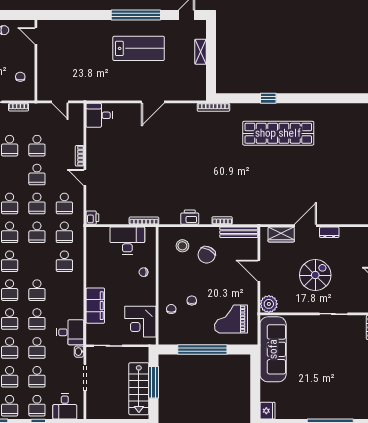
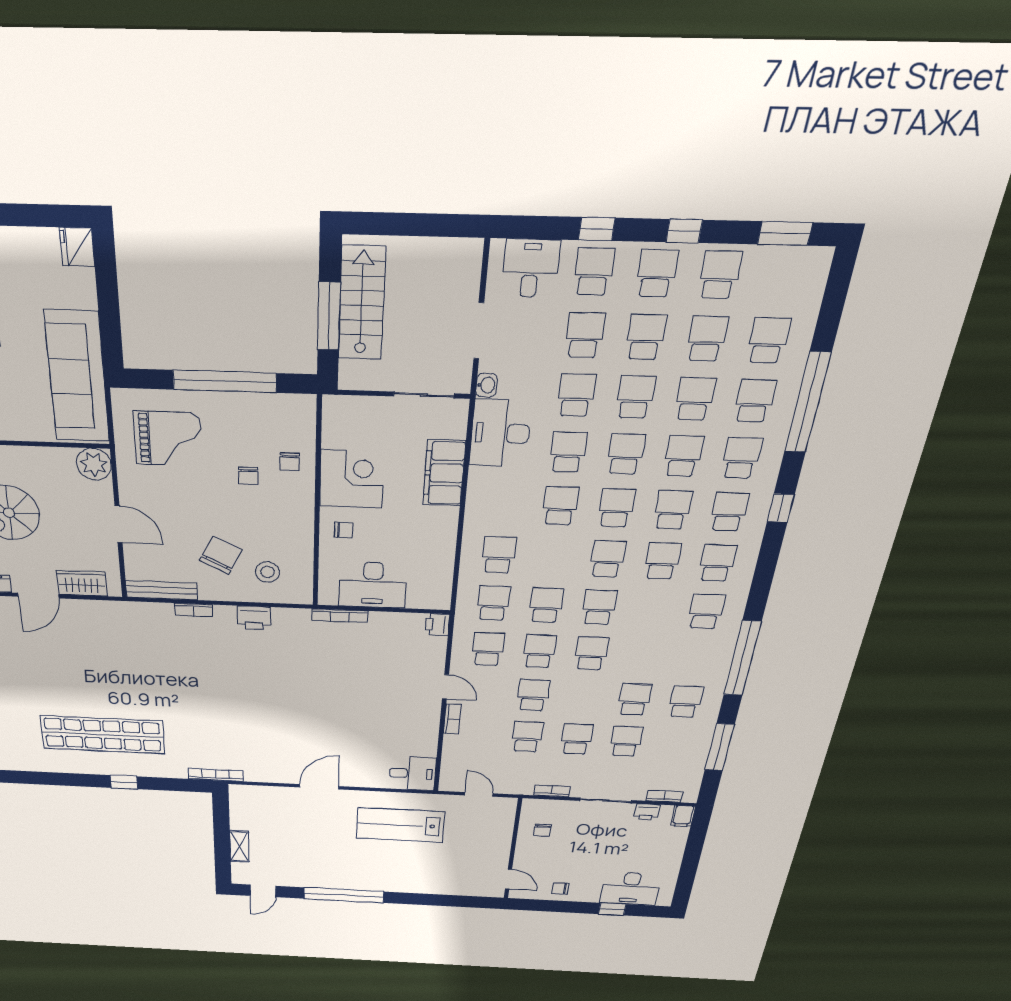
lab bench: (139, 48) -> (400, 825), moved
corner desk: (140, 322) -> (352, 479), moved
desk: (70, 332) -> (500, 433), width x1.37

